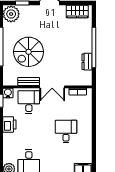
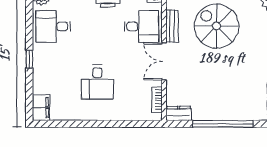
dresser: (87, 62) -> (179, 113), moved
desk: (66, 132) -> (97, 82), turned 90

